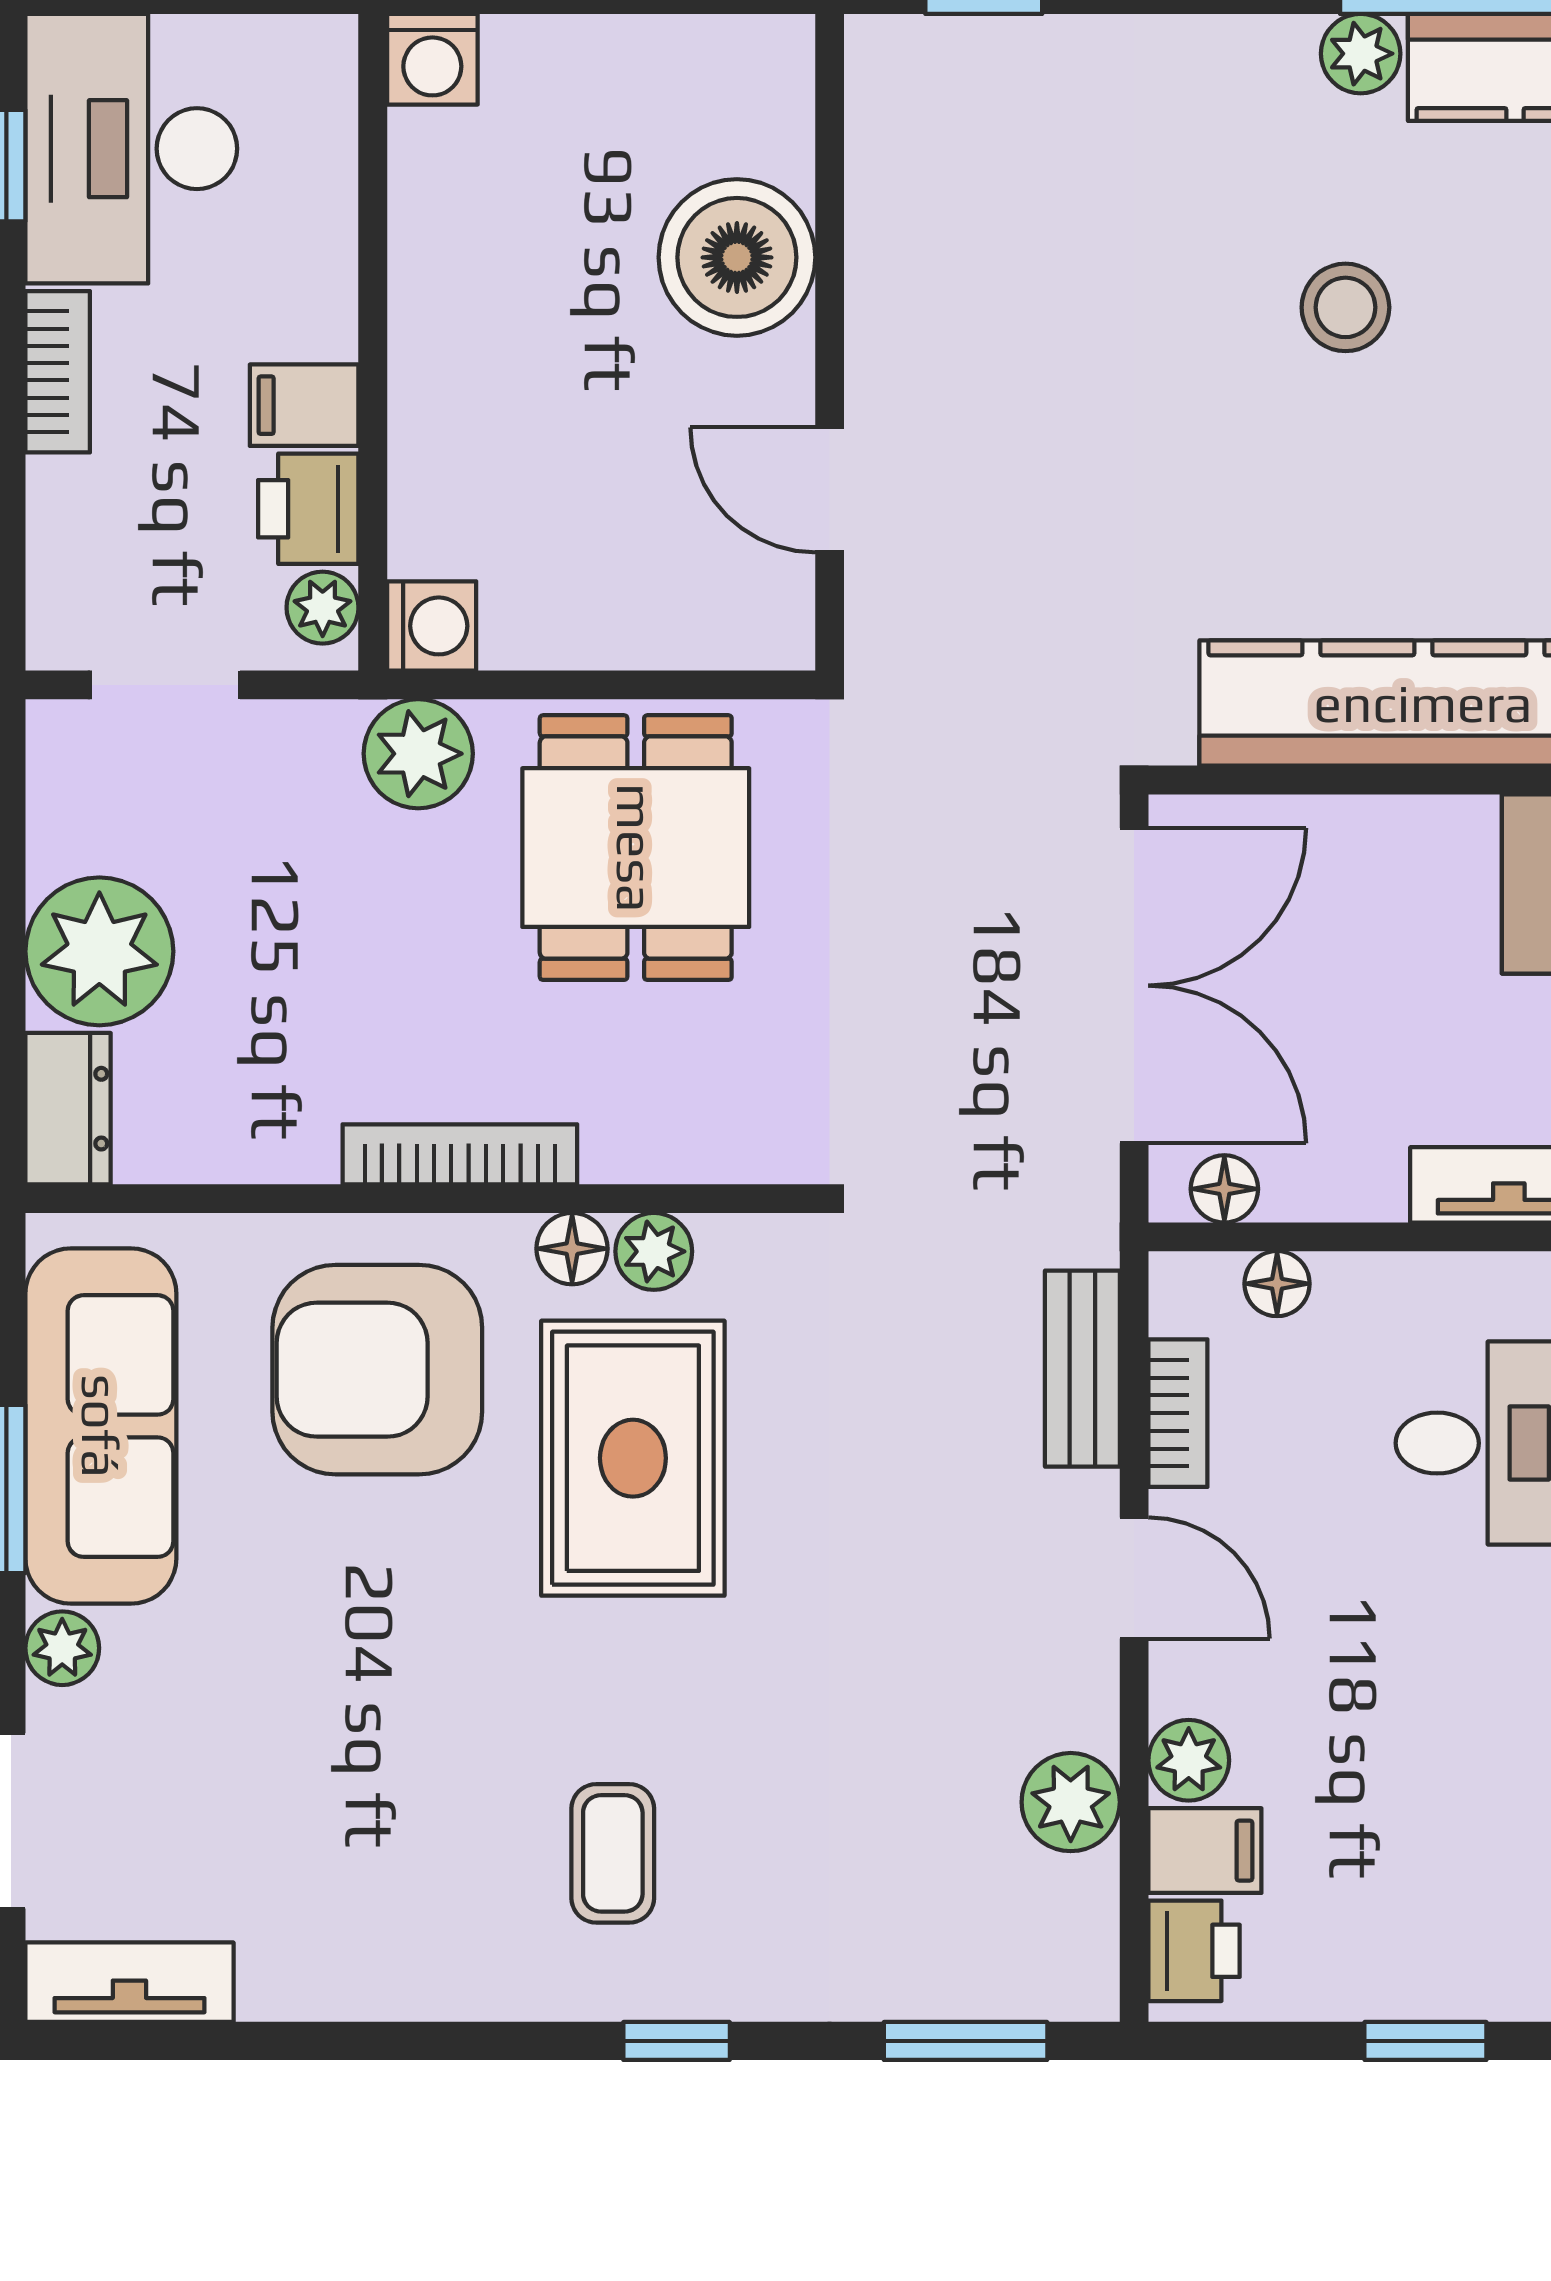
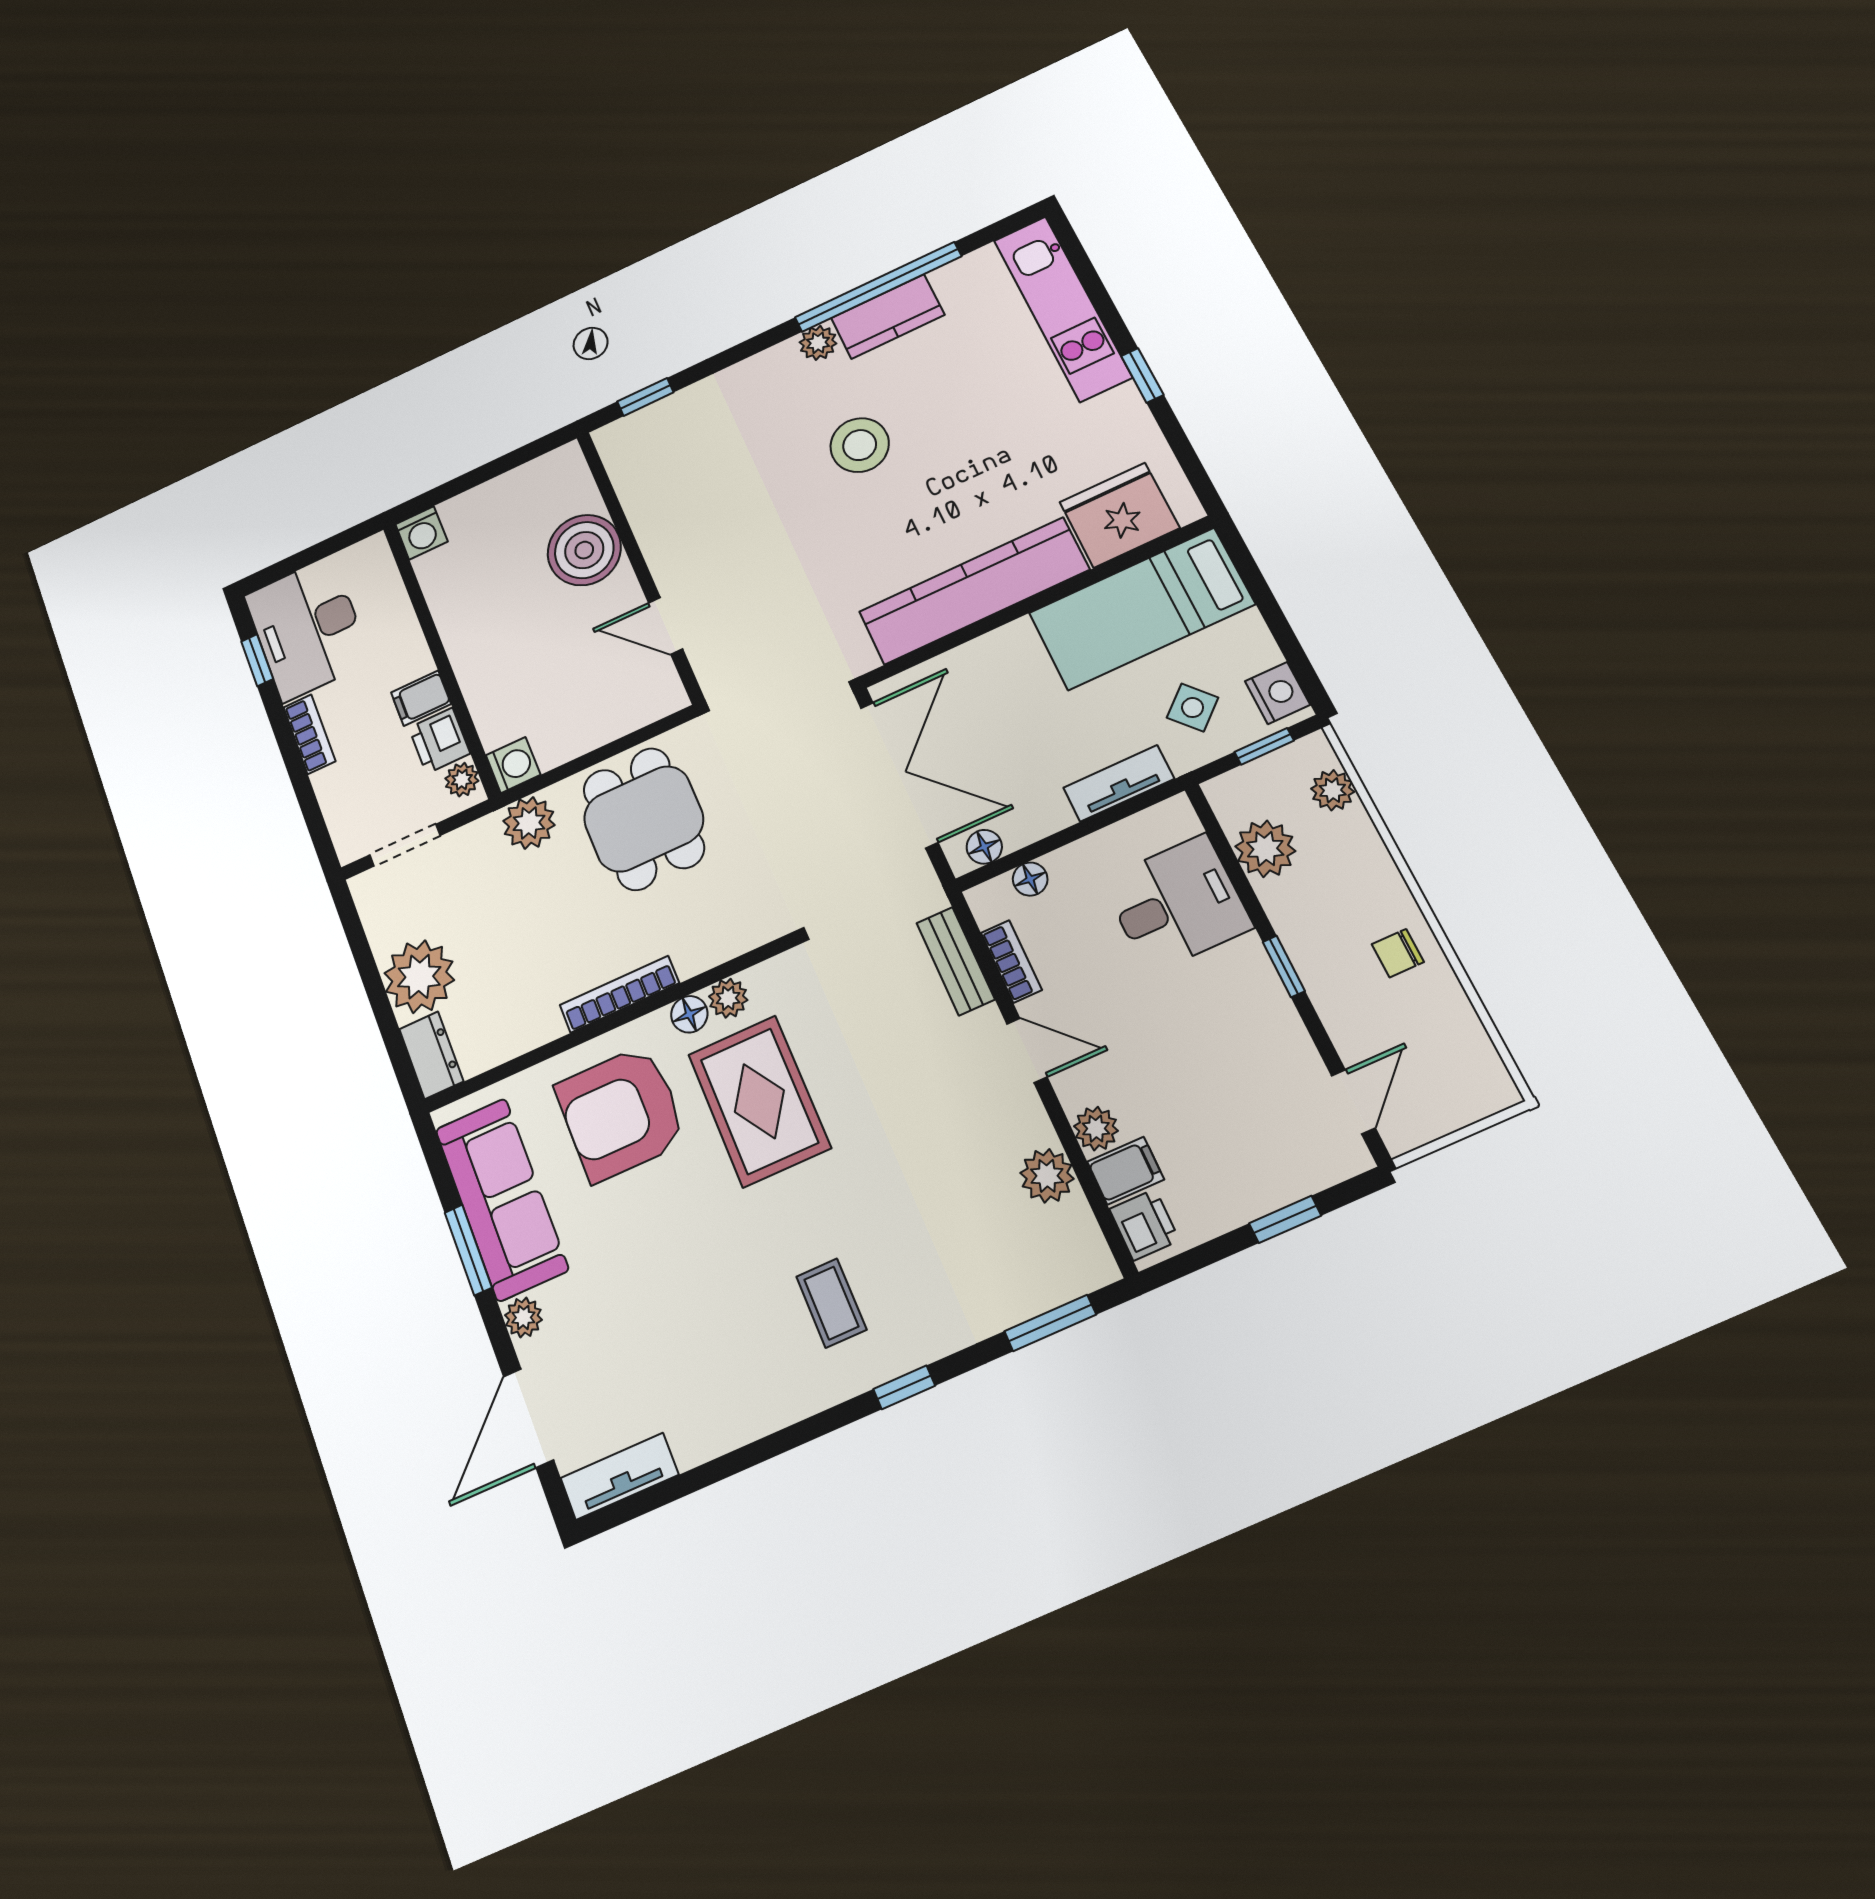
stool: (1345, 307) -> (860, 445), width x1.38, depth x1.38

